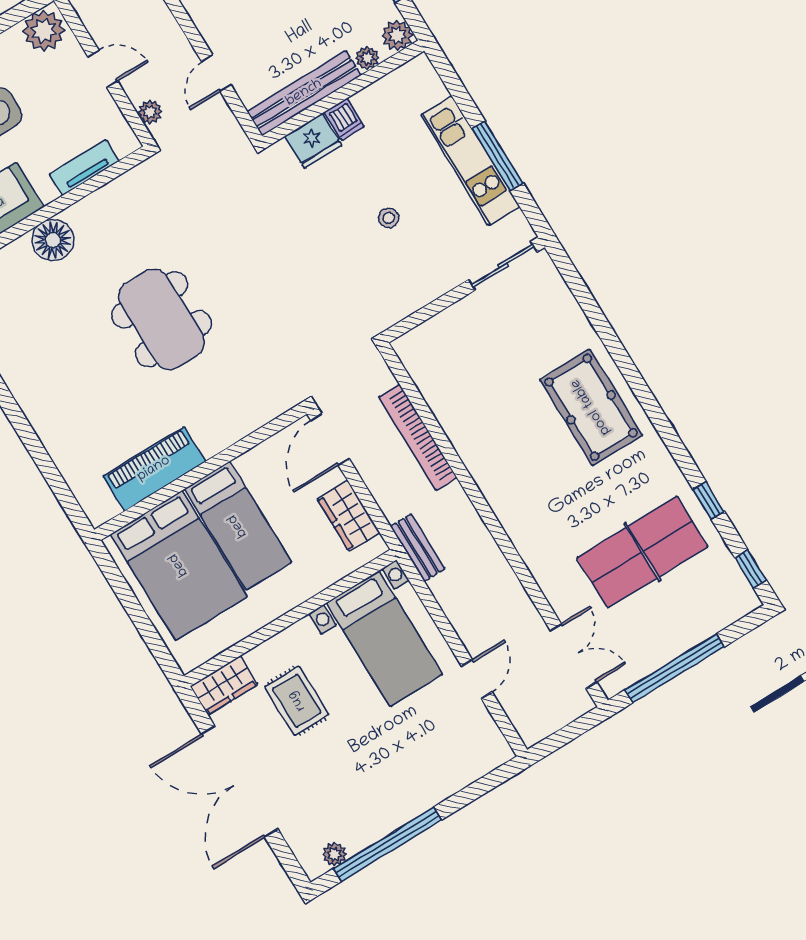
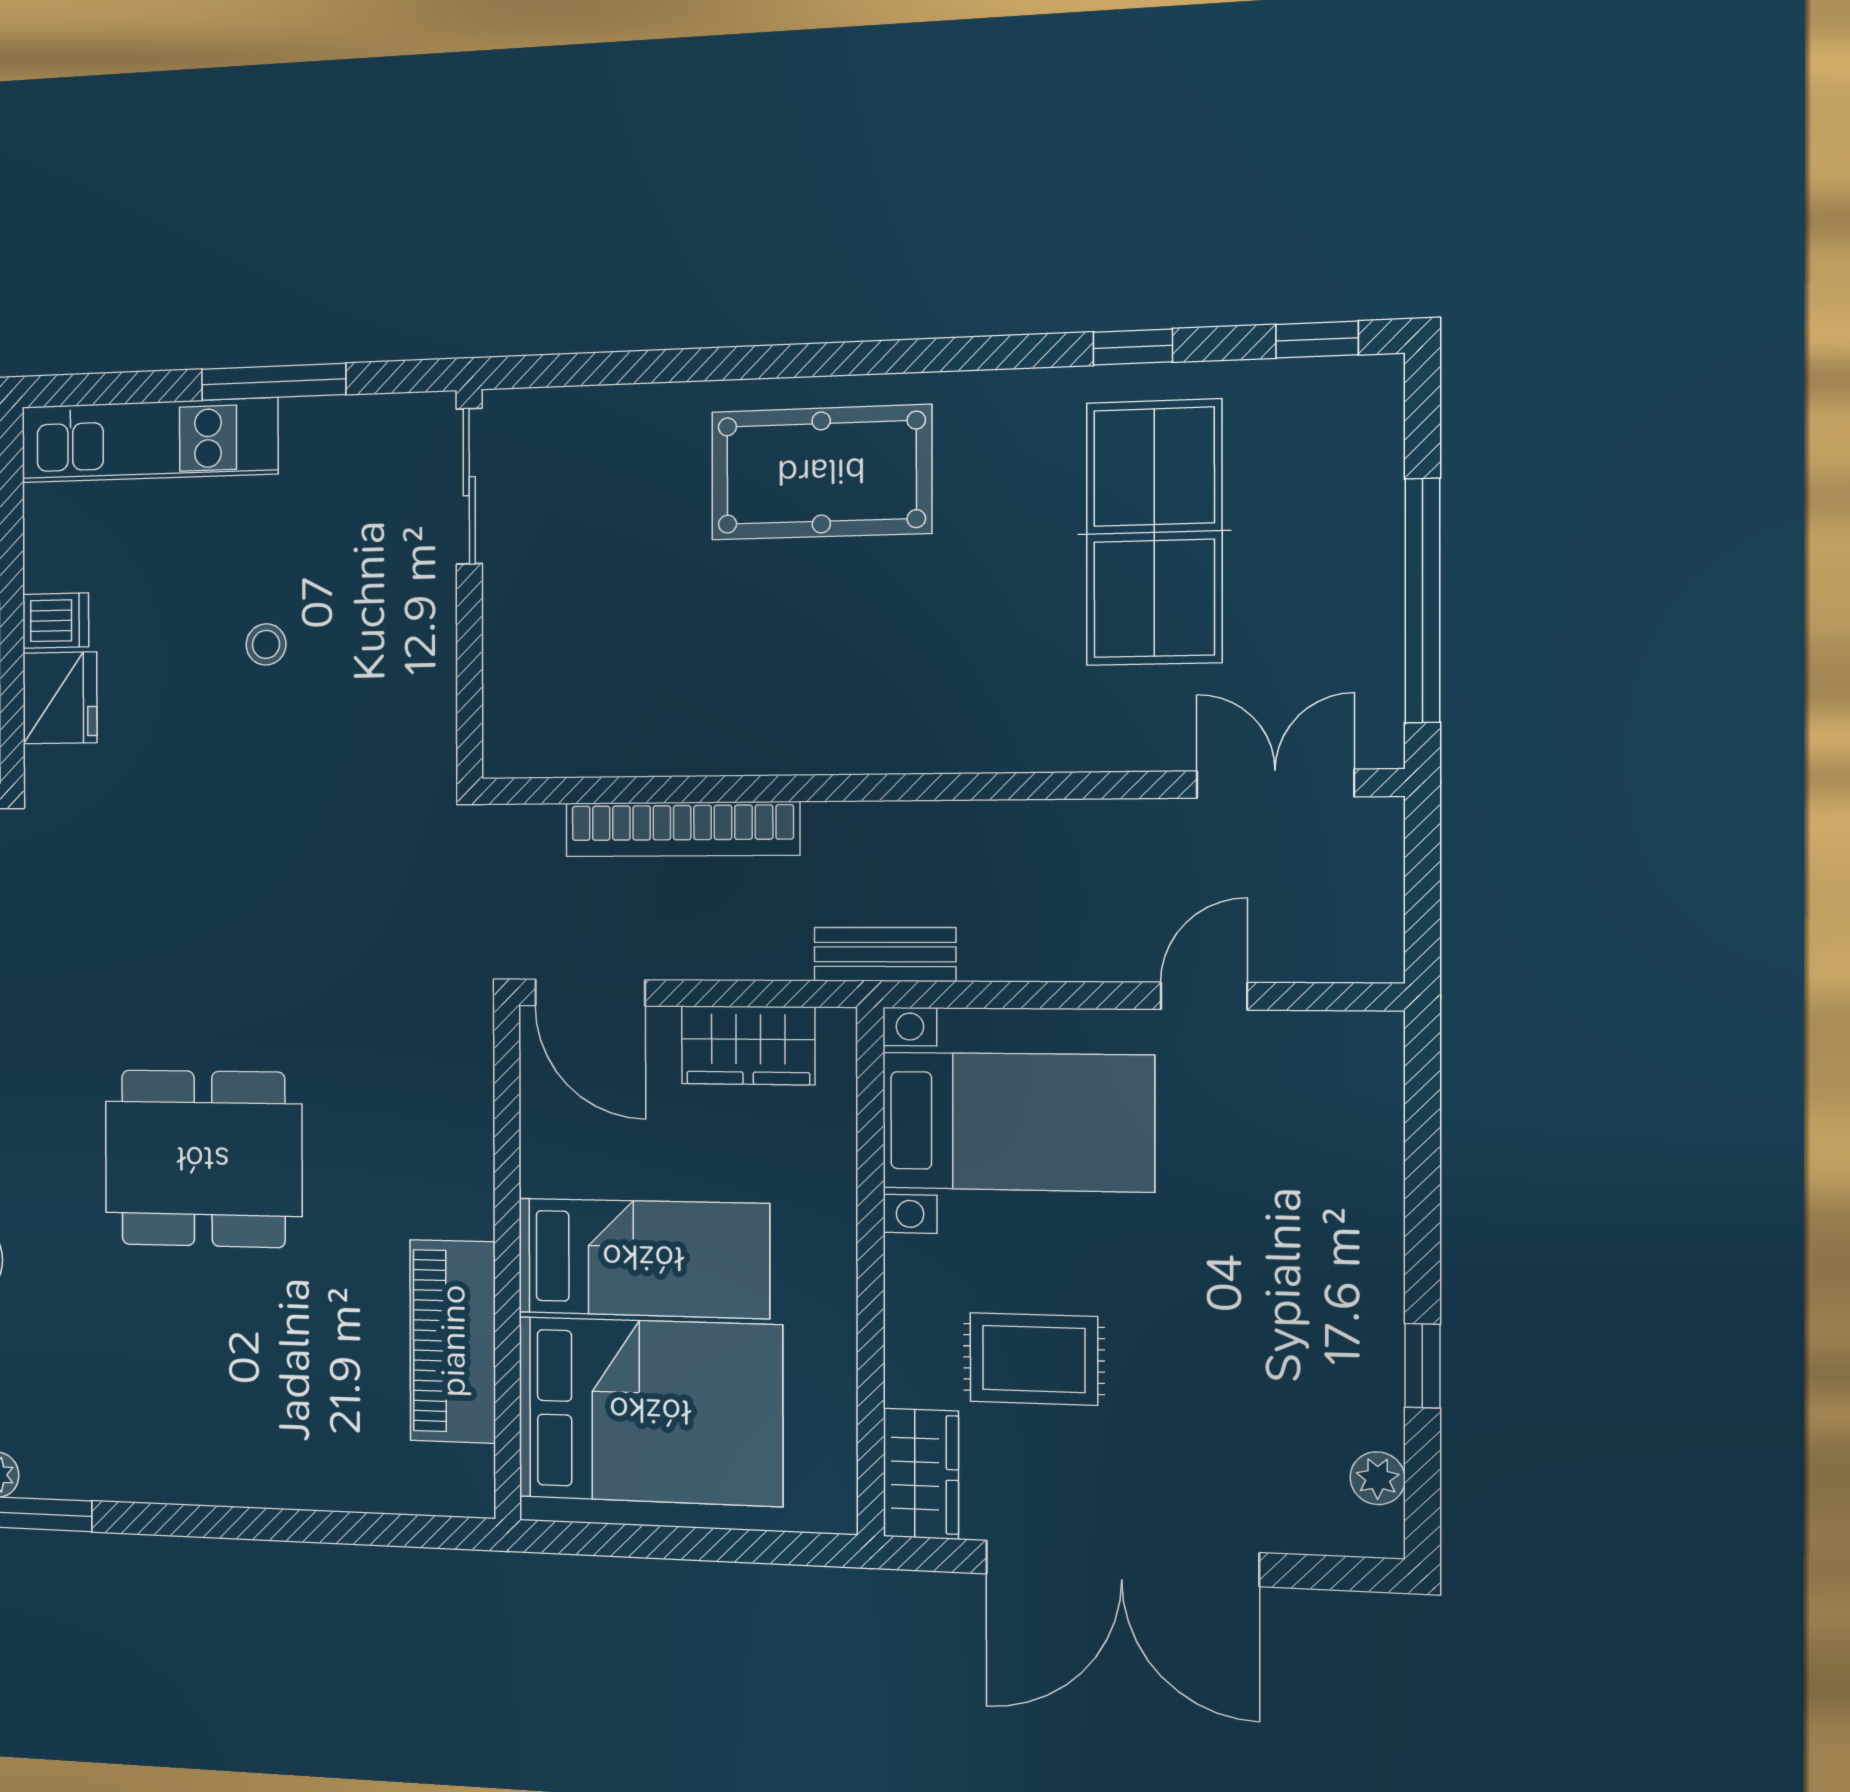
kitchen unit: (470, 161) -> (149, 440), moved
door: (477, 679) -> (1204, 996), hinge flipped
window: (387, 844) -> (1422, 1366), width x0.32

